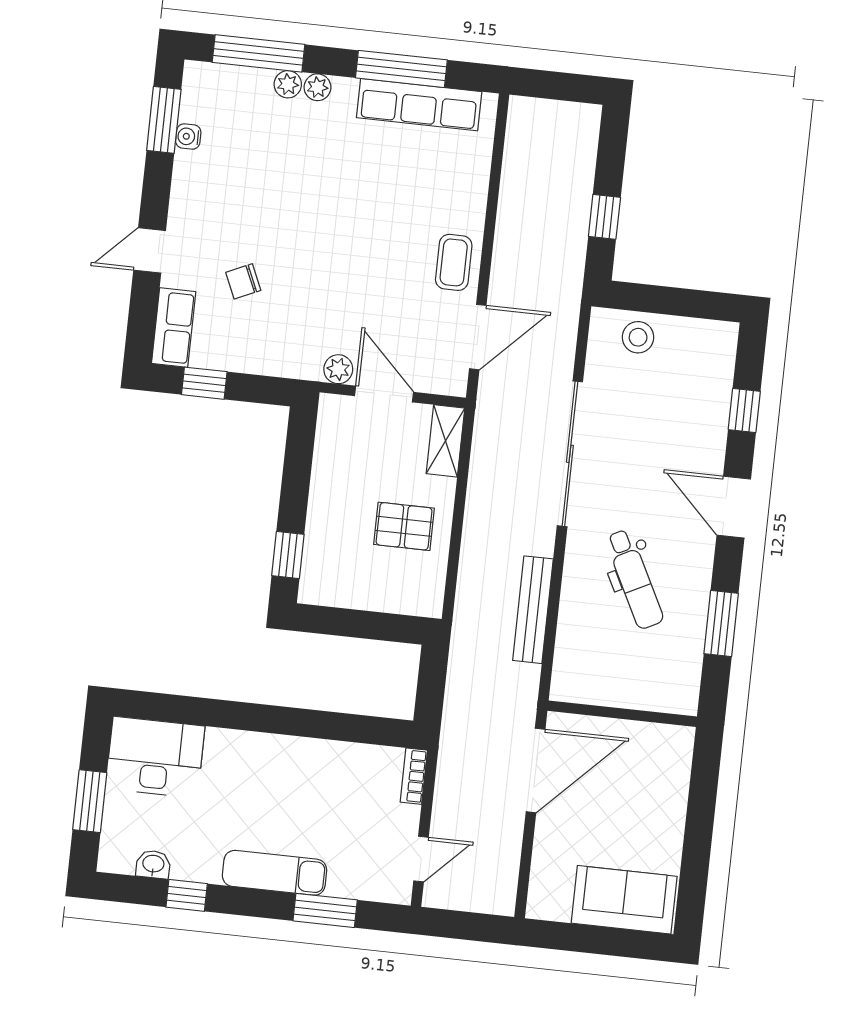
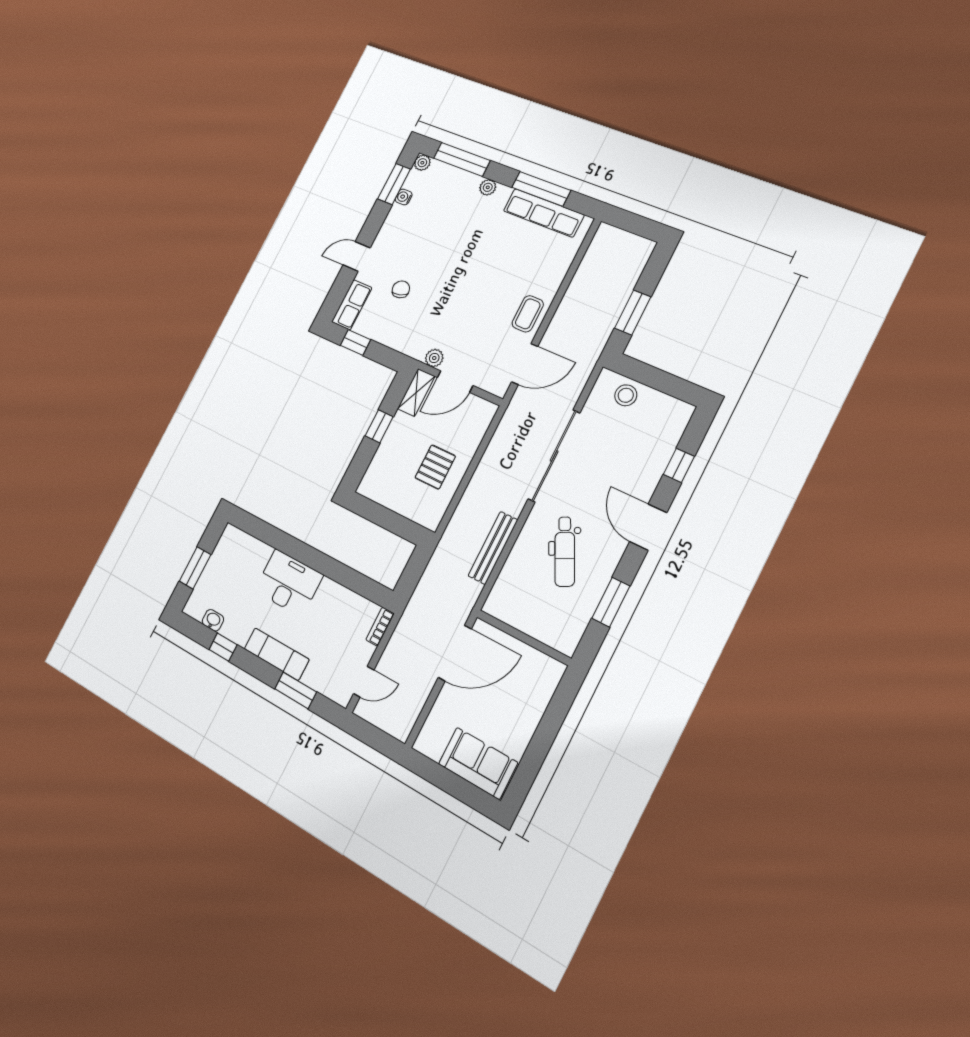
plant: (288, 84) -> (422, 163), moved
window: (604, 217) -> (633, 313), width x1.50
chair: (243, 281) -> (401, 289), turned 97
door: (384, 394) -> (455, 382), swing flipped
shelving: (445, 441) -> (416, 393), moved
pallet: (404, 526) -> (435, 467), turned 90
window: (288, 555) -> (379, 426), moved
desk: (155, 757) -> (289, 583), moved

